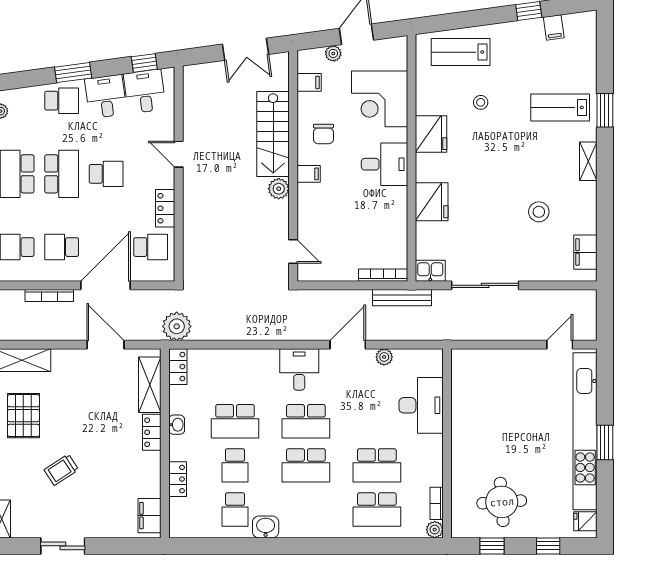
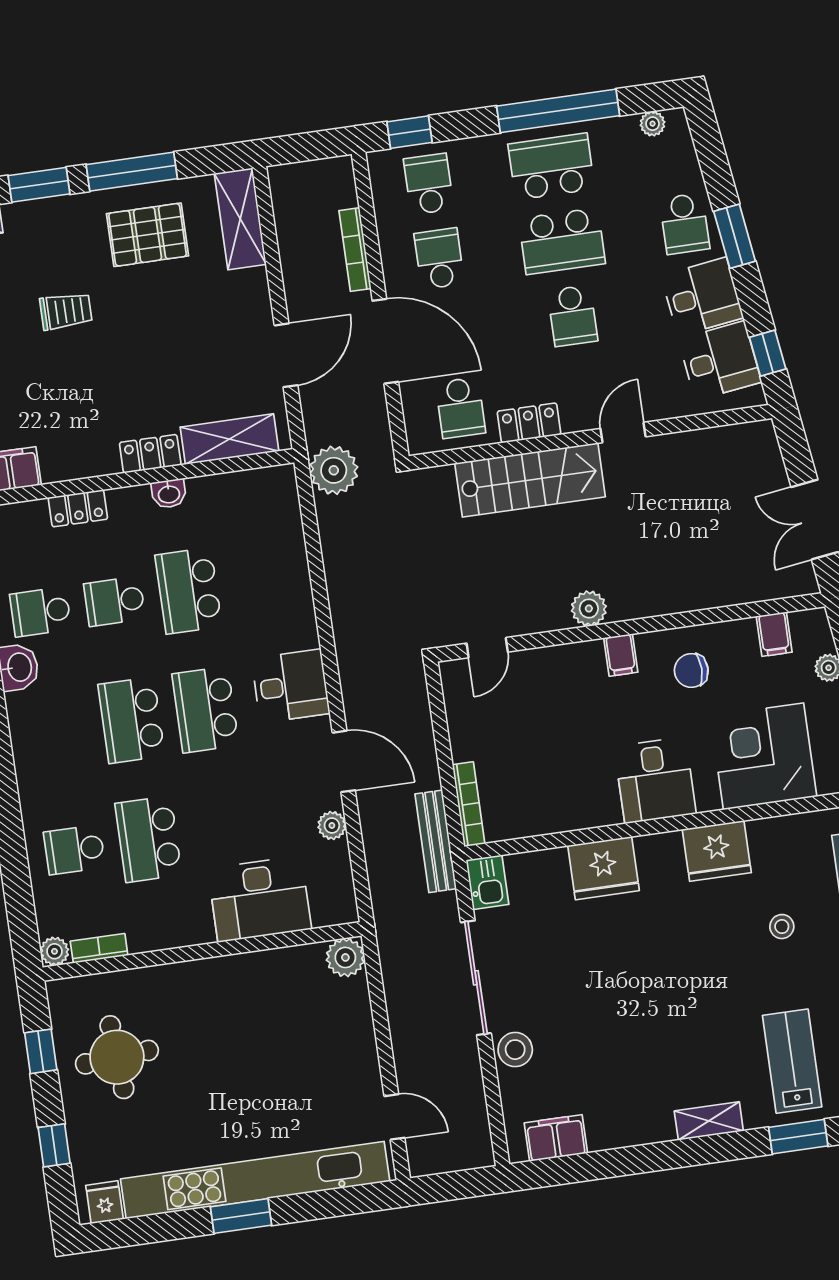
stairs: (273, 134) -> (530, 480), moved, turned 180
stool: (539, 212) -> (515, 1050), moved
plant: (462, 360) -> (345, 957), added
locker: (178, 367) -> (267, 482), removed
trolley: (61, 470) -> (66, 311), turned 123
school desk: (377, 509) -> (74, 850), width x0.54

